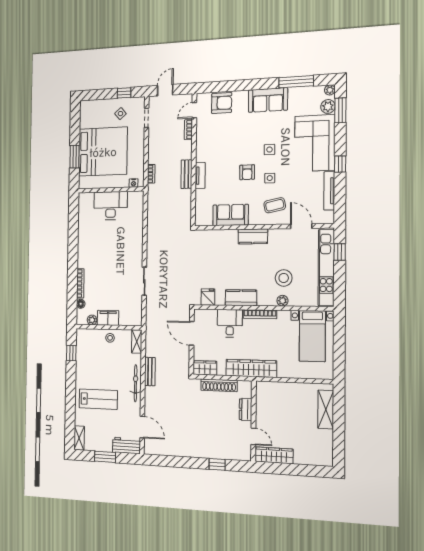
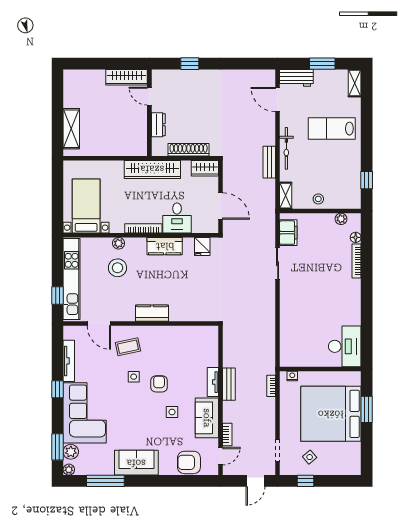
side table: (269, 150) -> (172, 412), moved
desk: (111, 206) -> (345, 346), moved, turned -90
sofa: (231, 215) -> (207, 418), moved, turned 90
filing cabinet: (108, 318) -> (288, 233), moved, turned -90

